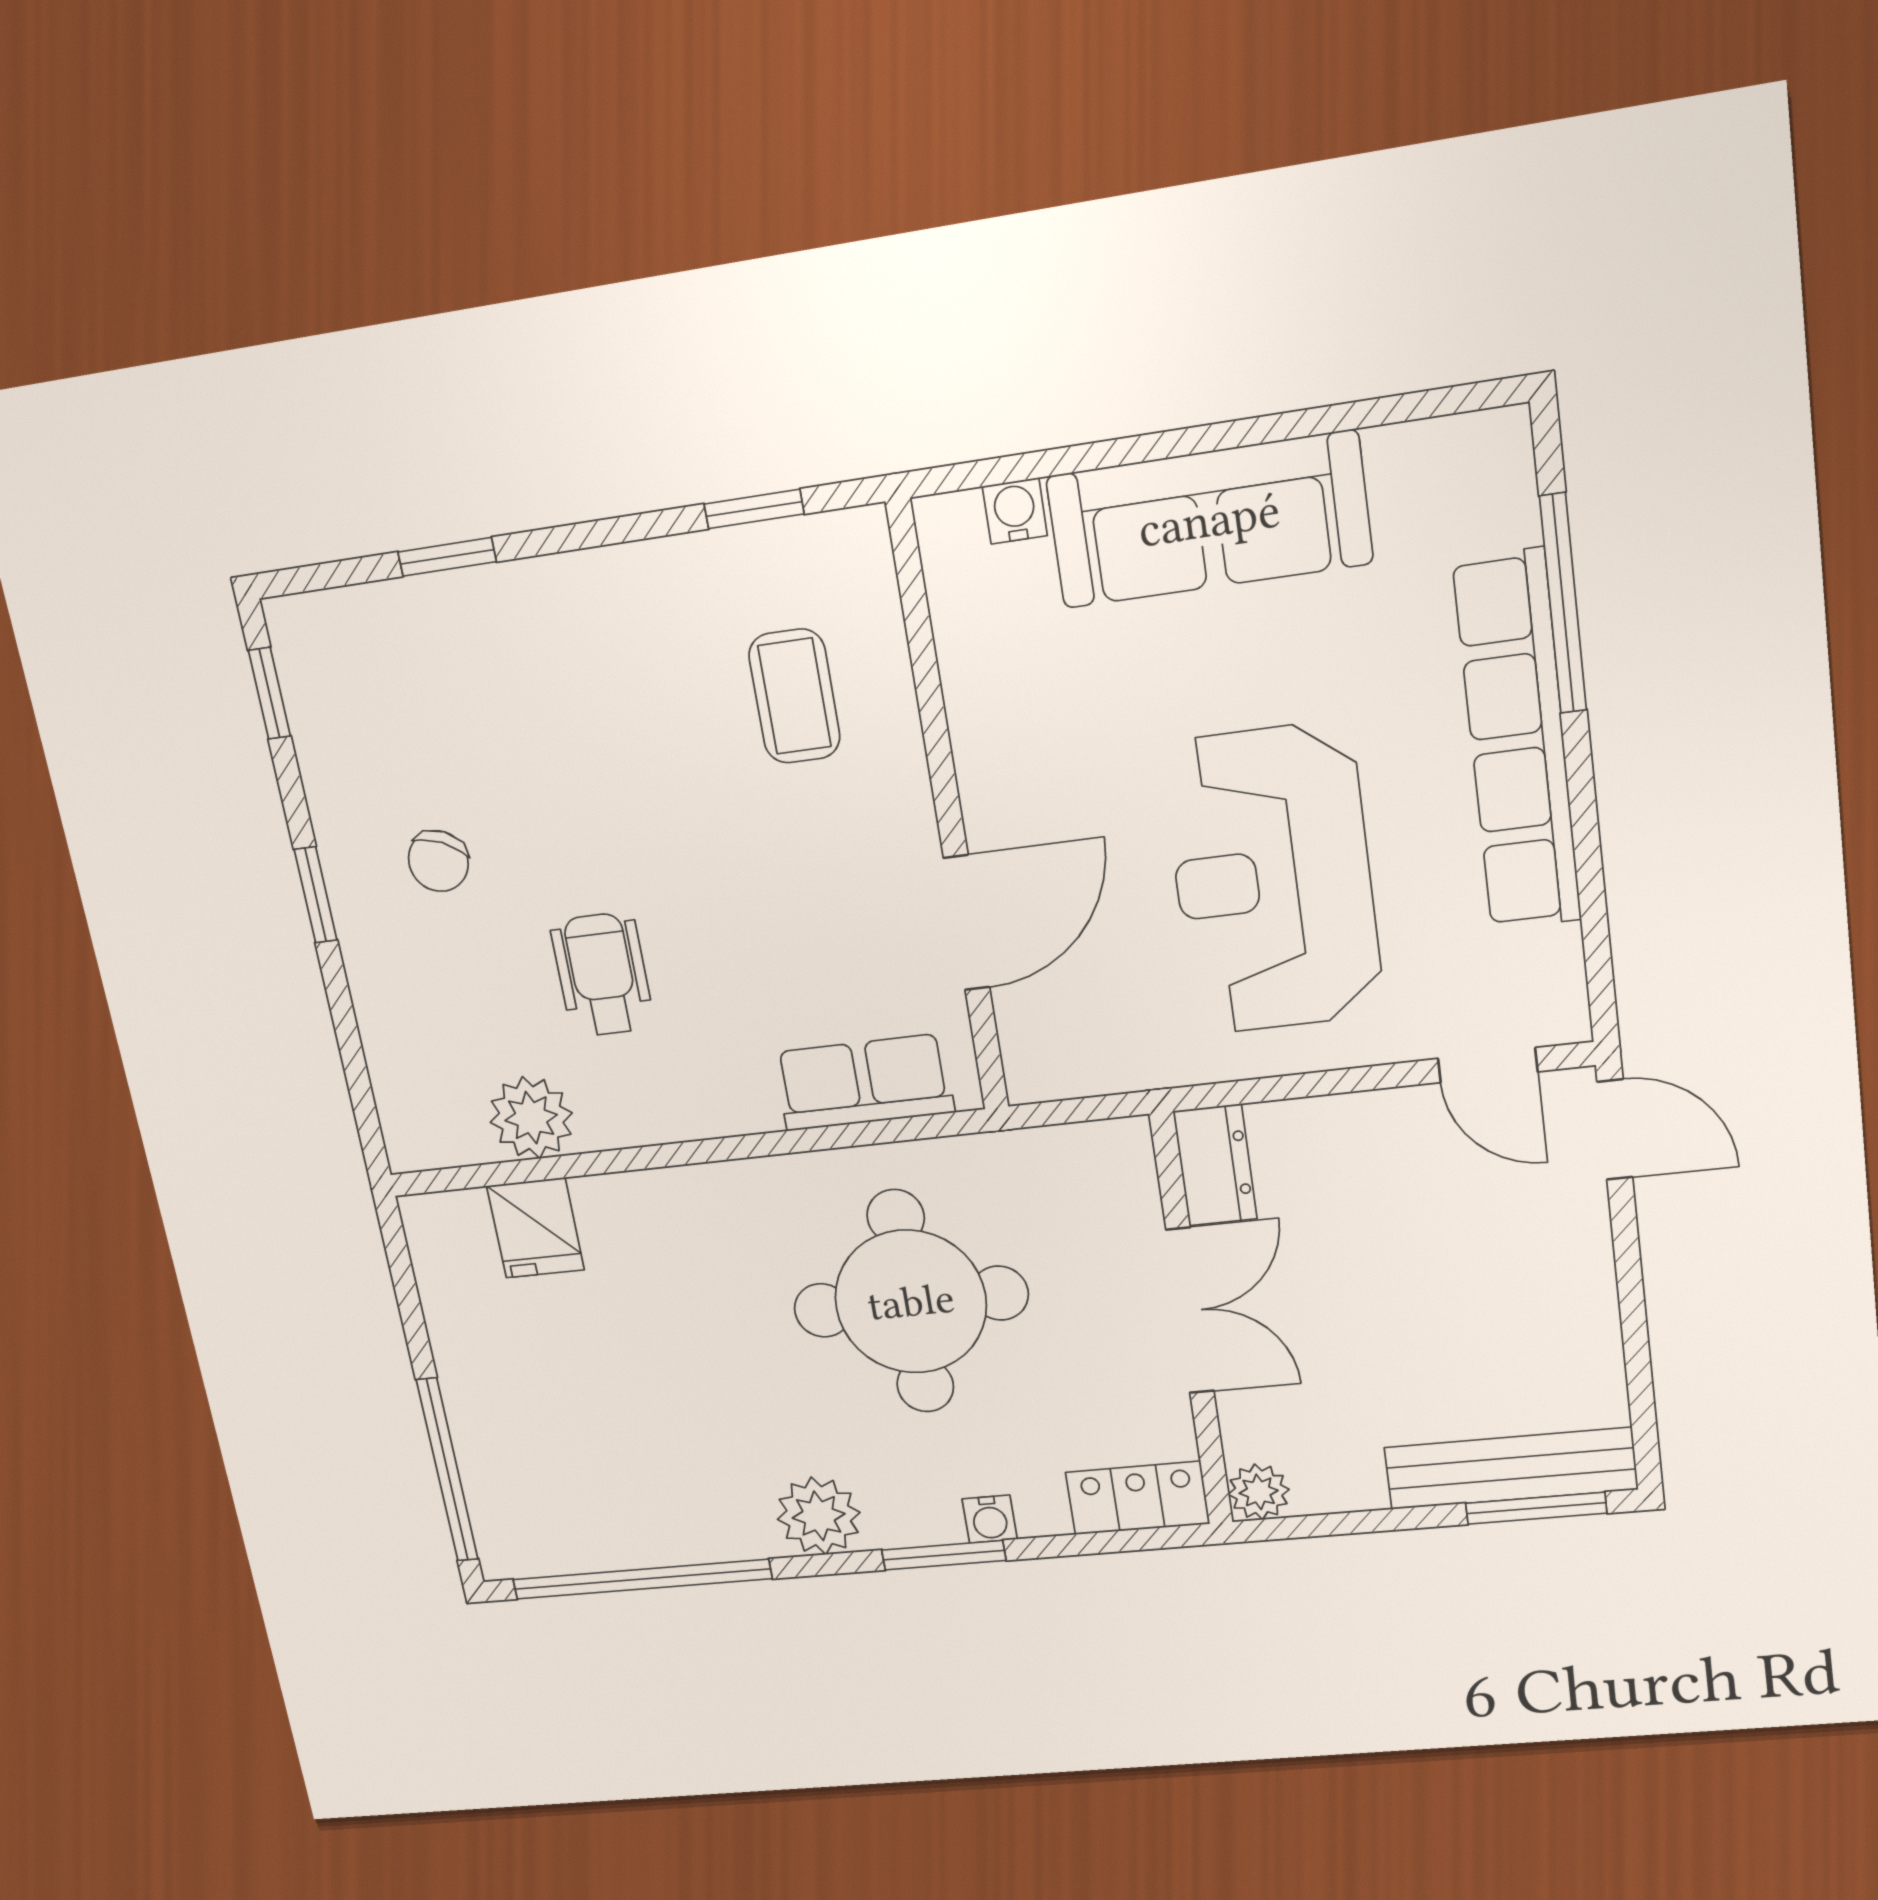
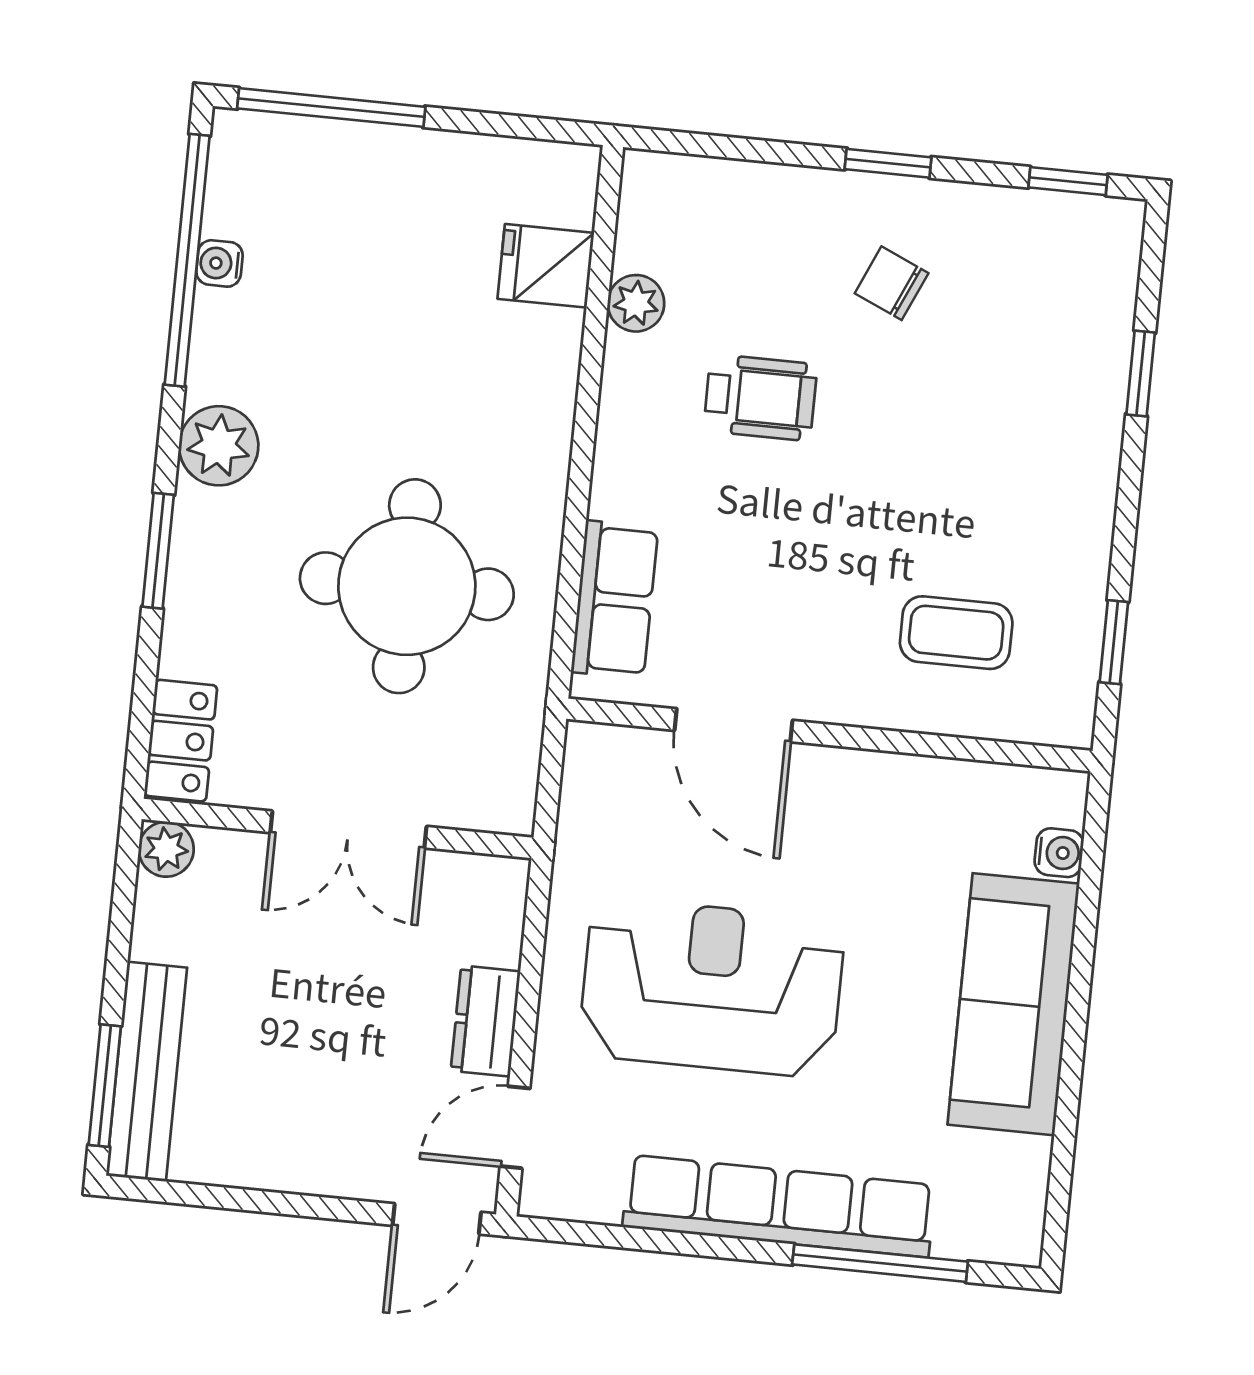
plant: (531, 1118) -> (636, 303), width x0.73, depth x0.73
dresser: (1215, 1165) -> (486, 1021), moved, turned 90
water cooler: (990, 1519) -> (219, 263), moved

